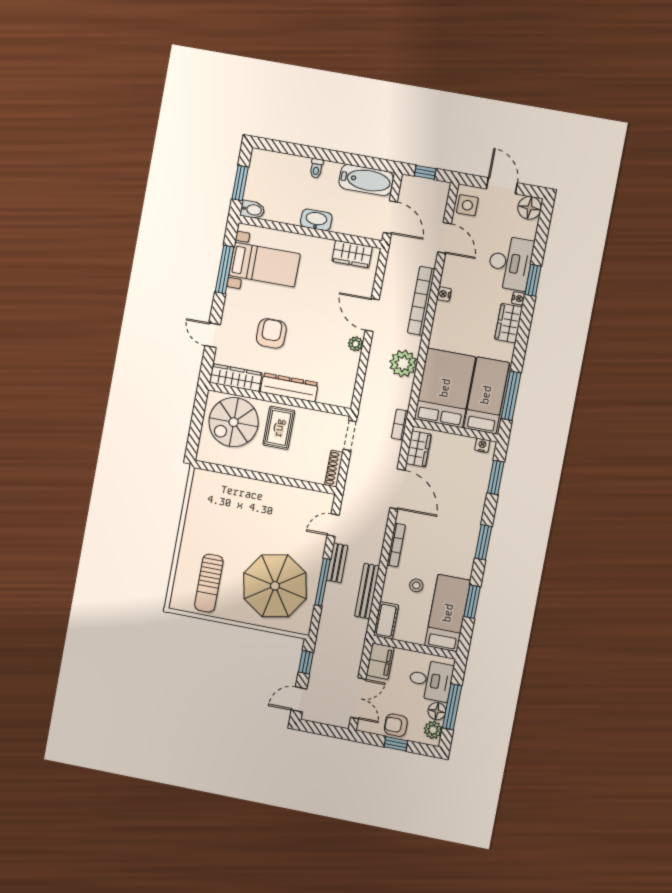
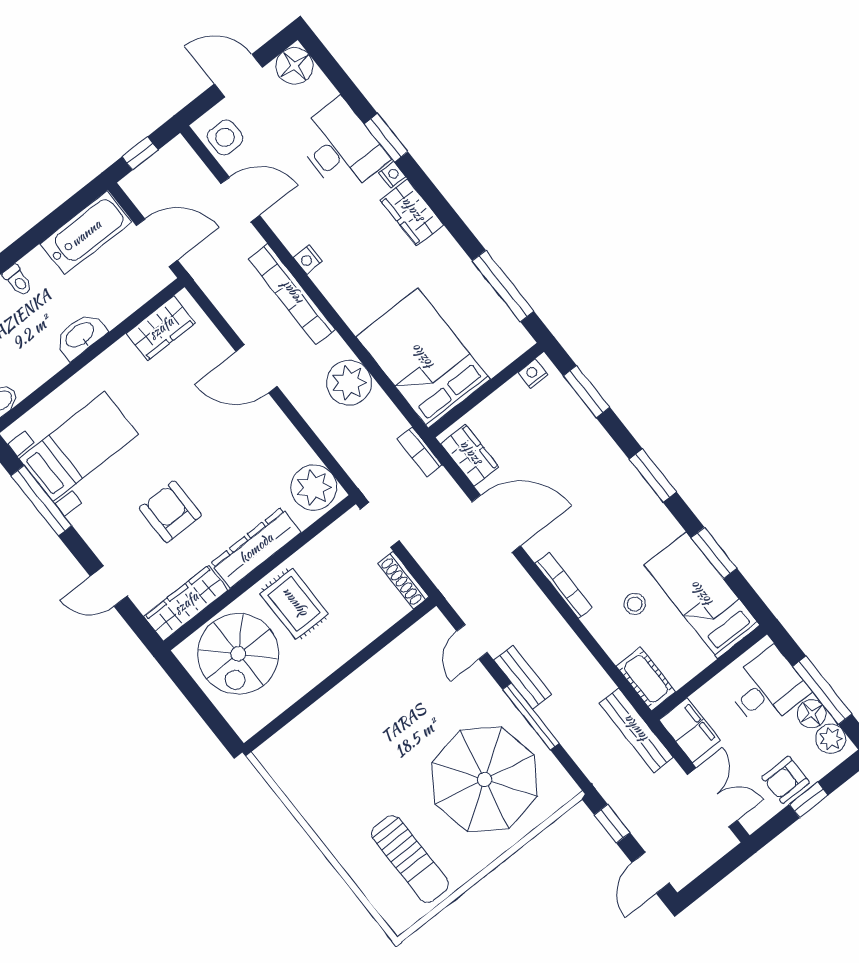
plant: (356, 344) -> (314, 487), moved, width x1.88, depth x1.88
bed: (486, 395) -> (476, 316), removed
bench: (367, 591) -> (636, 730), moved

